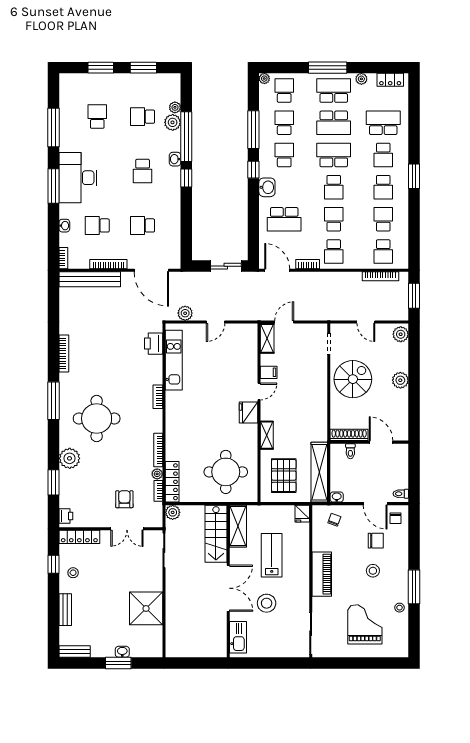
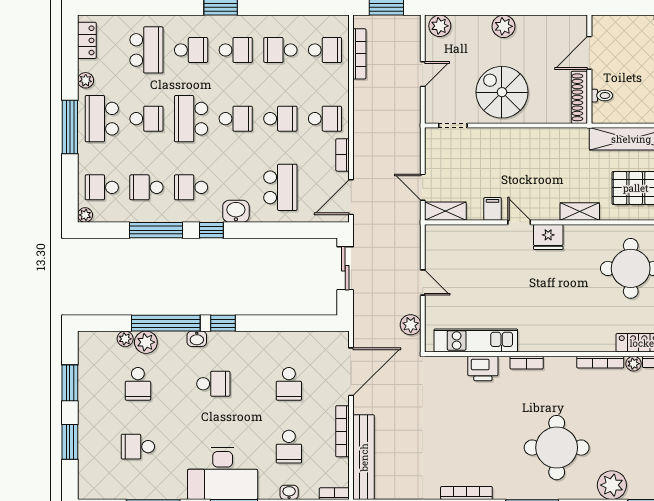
school desk: (334, 123) -> (146, 119), width x0.54
school desk: (383, 123) -> (146, 50), turned 180
school desk: (334, 219) -> (280, 119), turned 180
printer: (154, 344) -> (483, 368), moved

